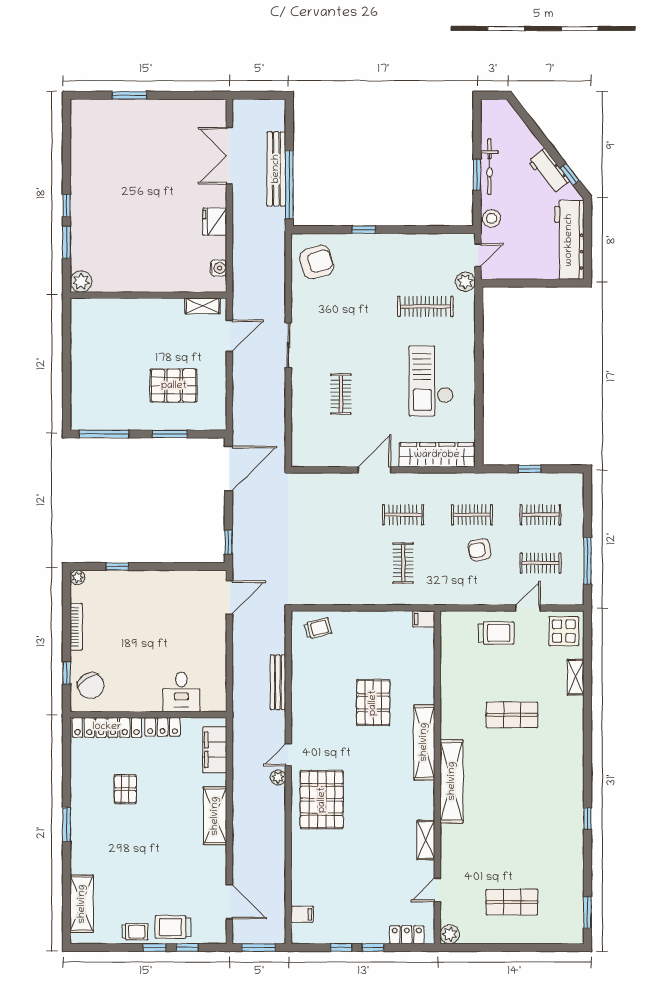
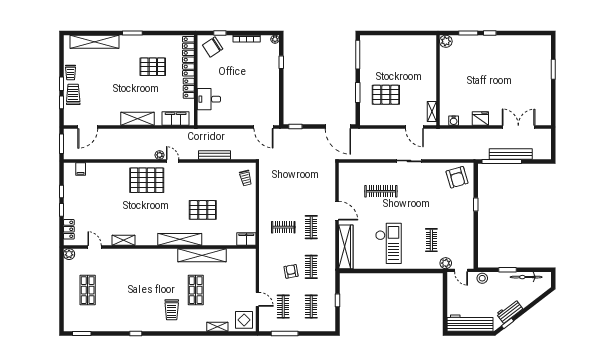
bicycle: (489, 167) -> (526, 277), moved
clothes rail: (425, 306) -> (431, 240), width x0.73
checkout: (431, 381) -> (388, 243), turned 90
pallet: (174, 386) -> (386, 95), turned 90
clothes rail: (341, 394) -> (381, 191), width x1.36
filing cabinet: (424, 619) -> (246, 239), width x2.00
trolley: (496, 633) -> (172, 310), moved
shelving: (452, 781) -> (202, 255), moved
pallet: (125, 789) -> (153, 67), width x1.50, depth x1.42
shelving: (82, 904) -> (94, 42), width x1.47

